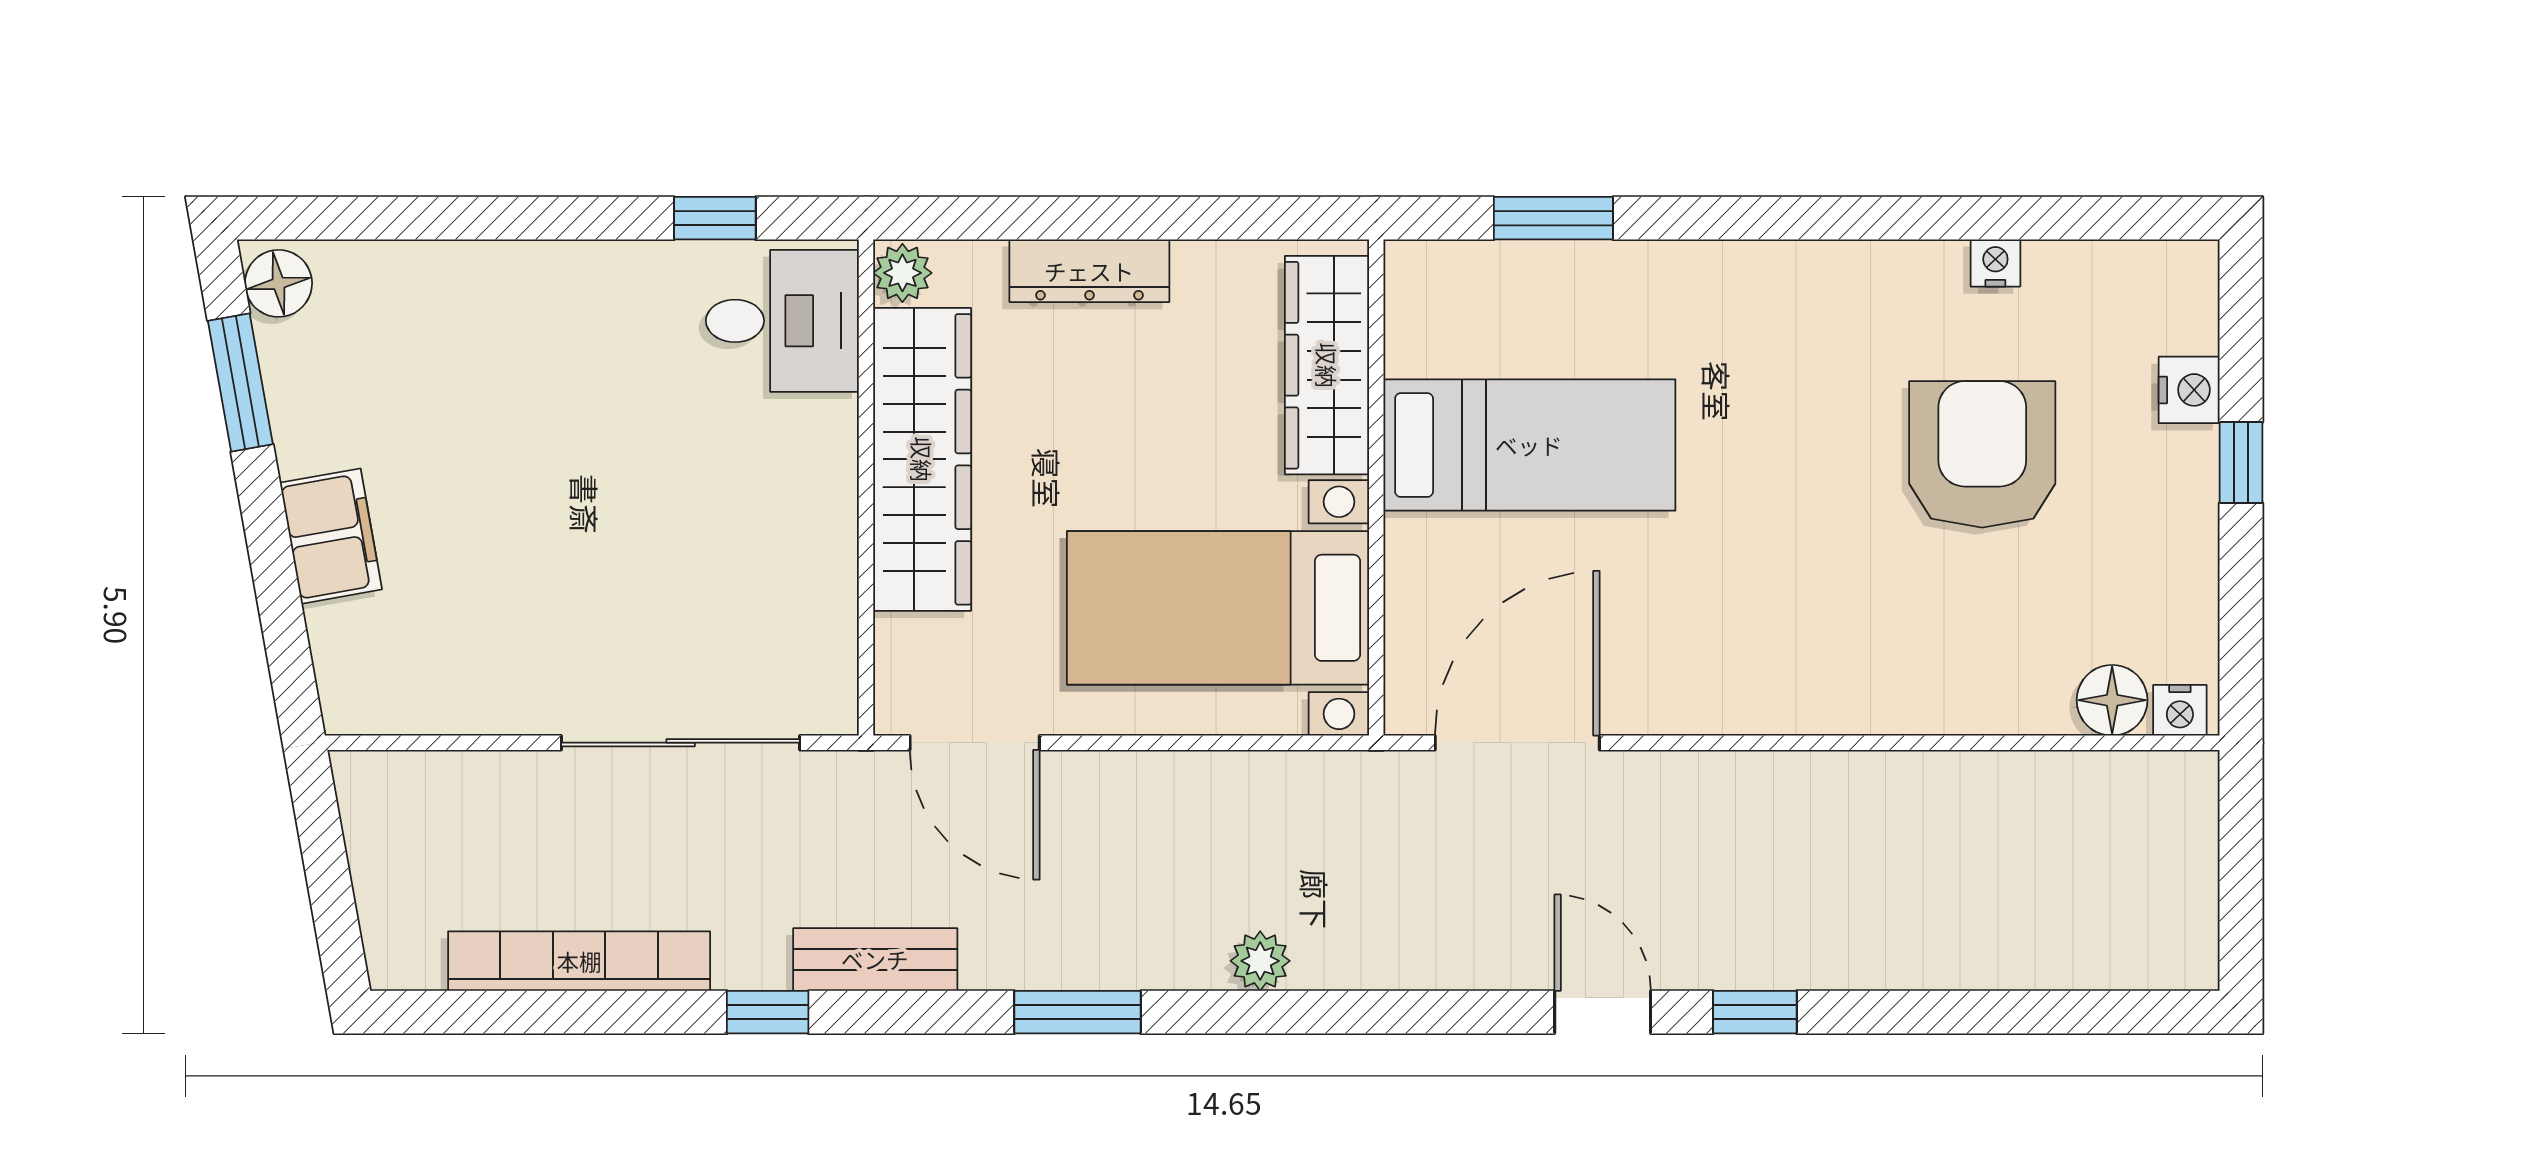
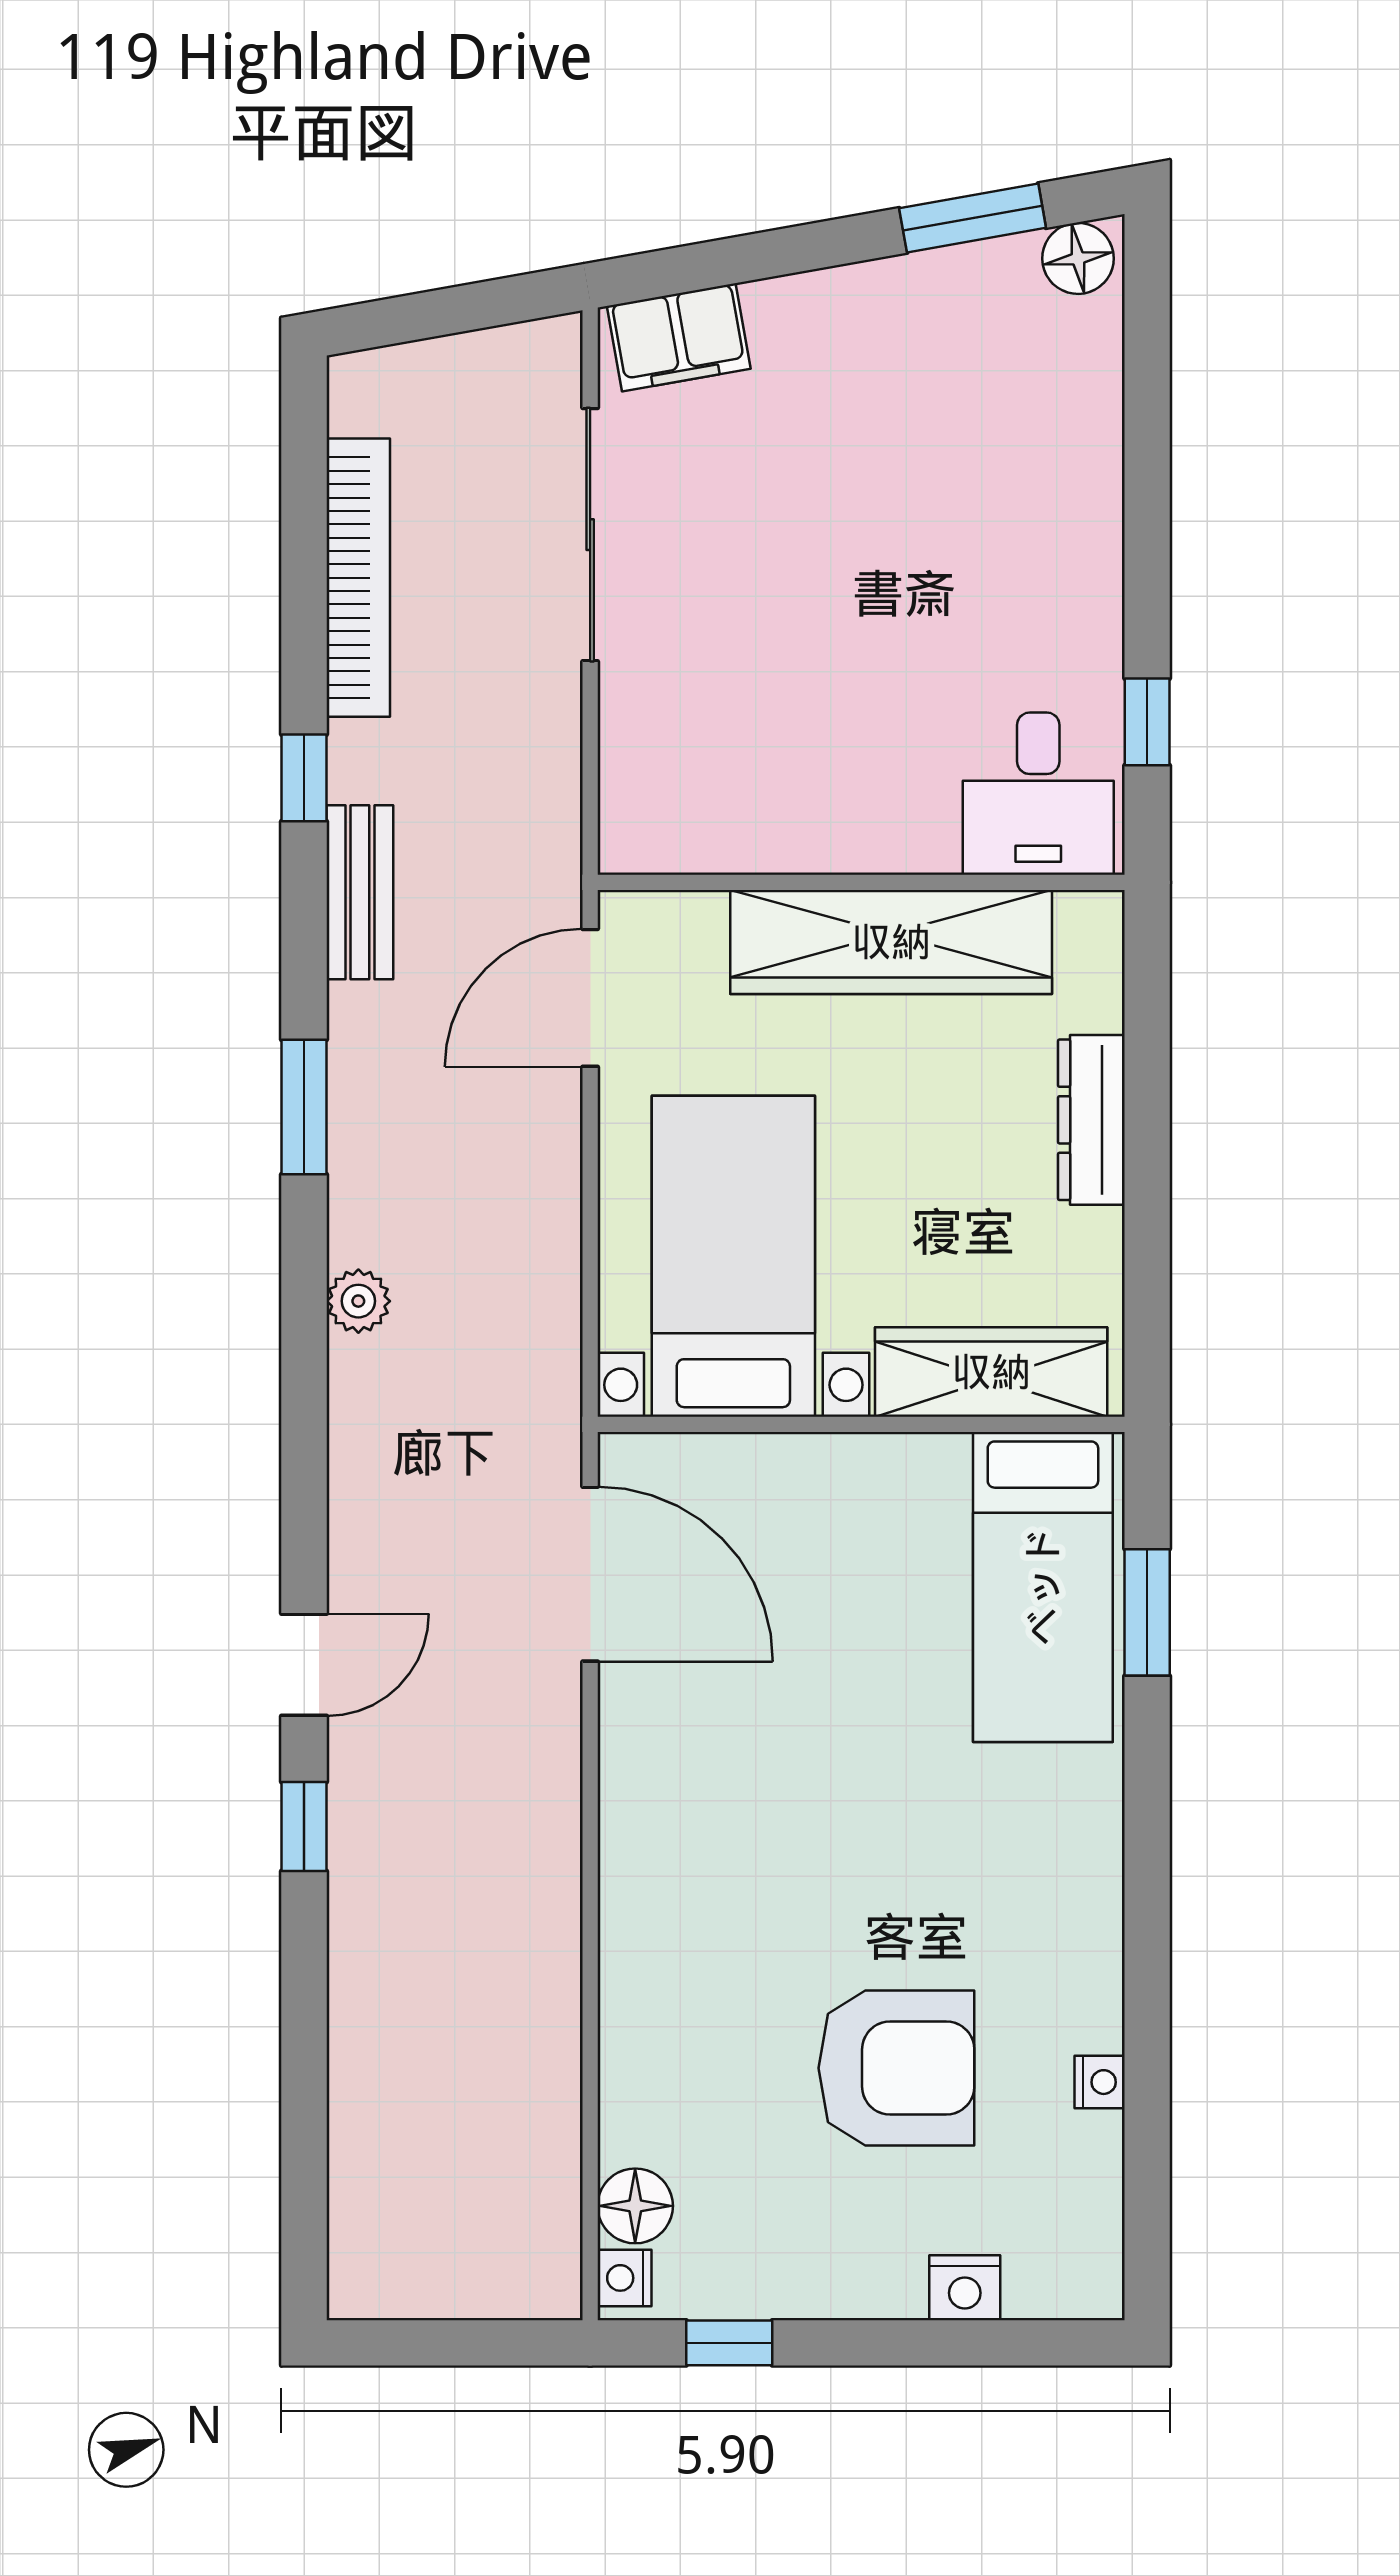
plant: (902, 273) -> (1089, 921), removed
bed: (1529, 445) -> (1043, 1587), moved
window: (2241, 463) -> (729, 2343), moved
filing cabinet: (331, 536) -> (679, 337), moved
sliding door: (681, 743) -> (590, 535), moved

